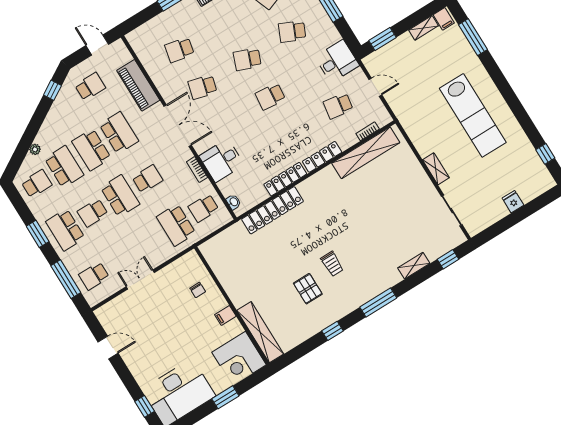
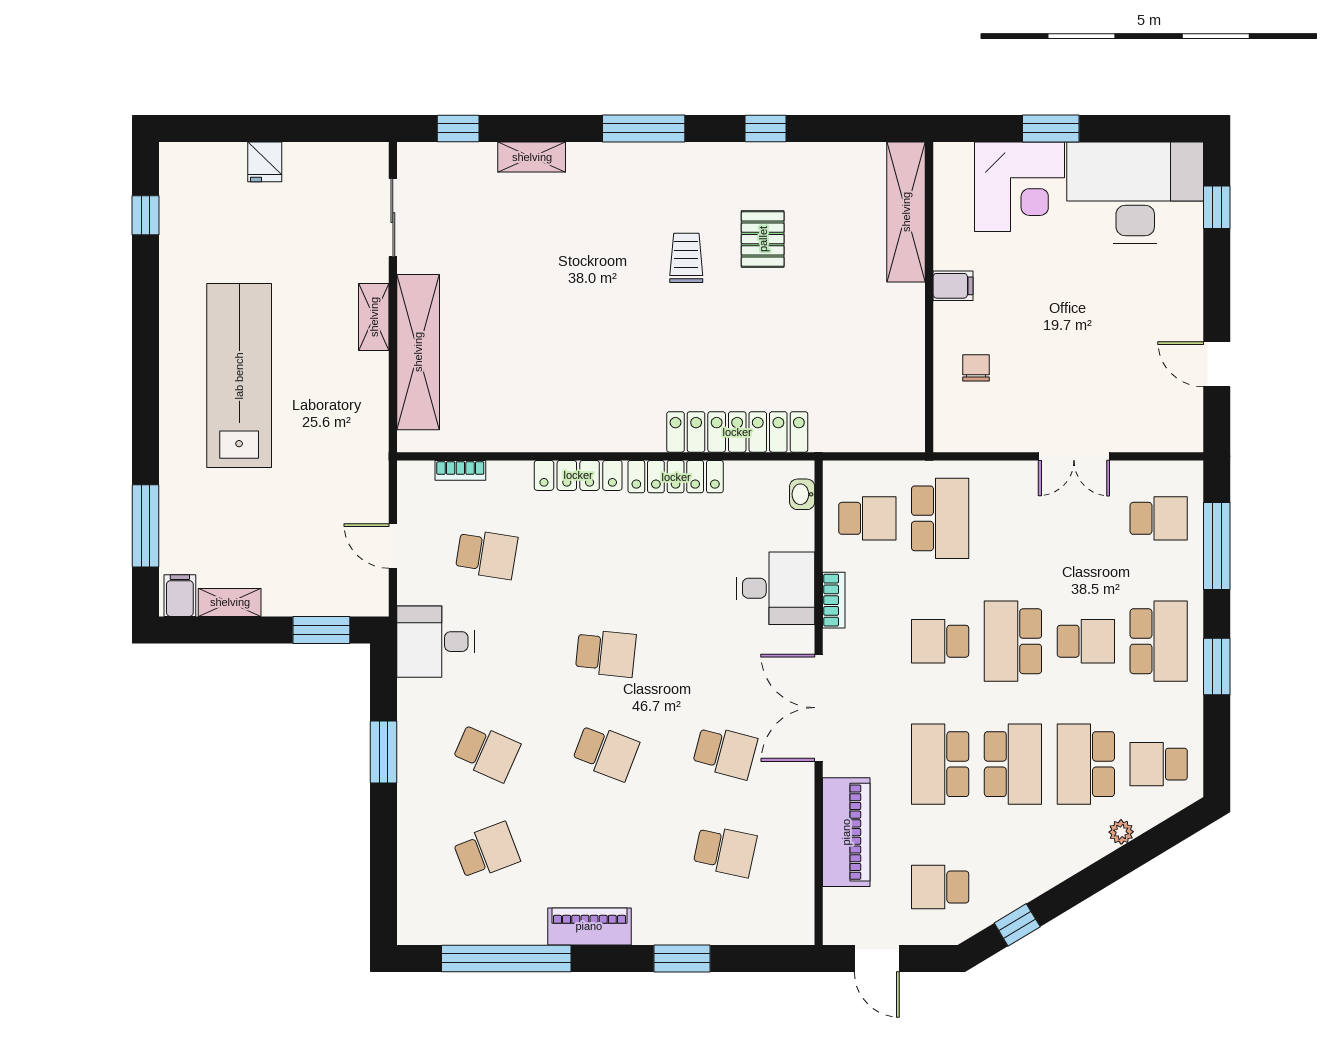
shelving: (366, 153) -> (418, 352), moved, turned 90
corner desk: (239, 358) -> (1019, 187), moved, turned 90

